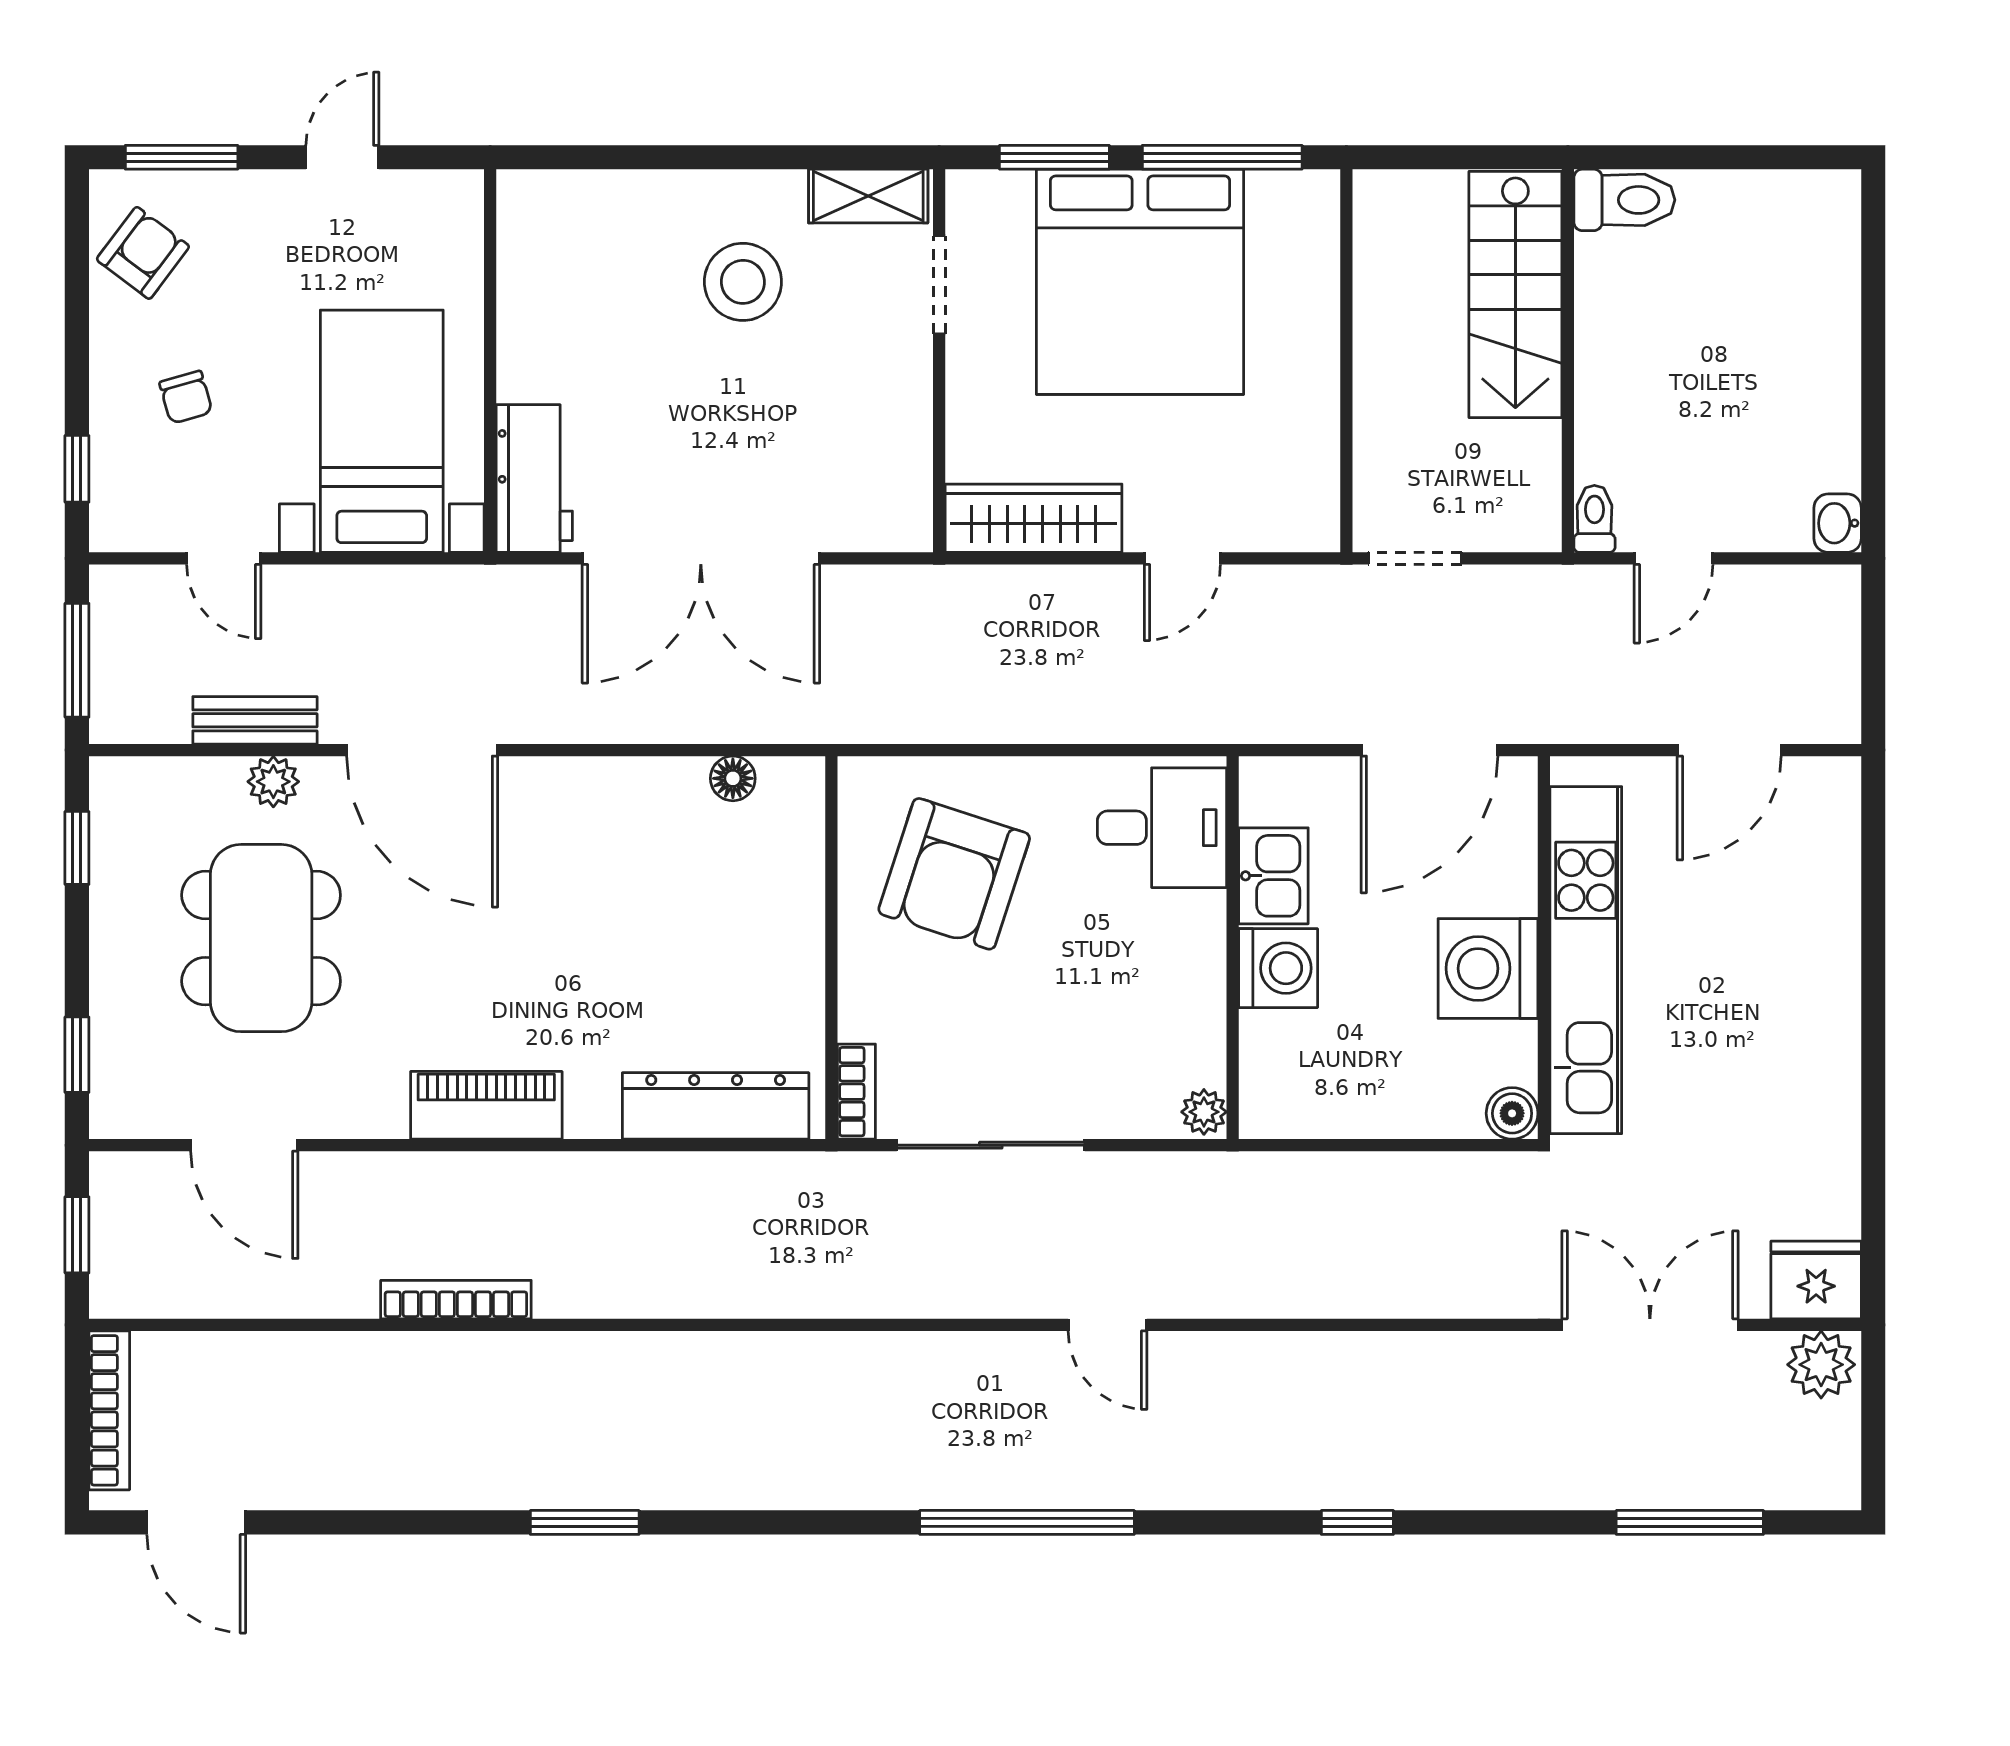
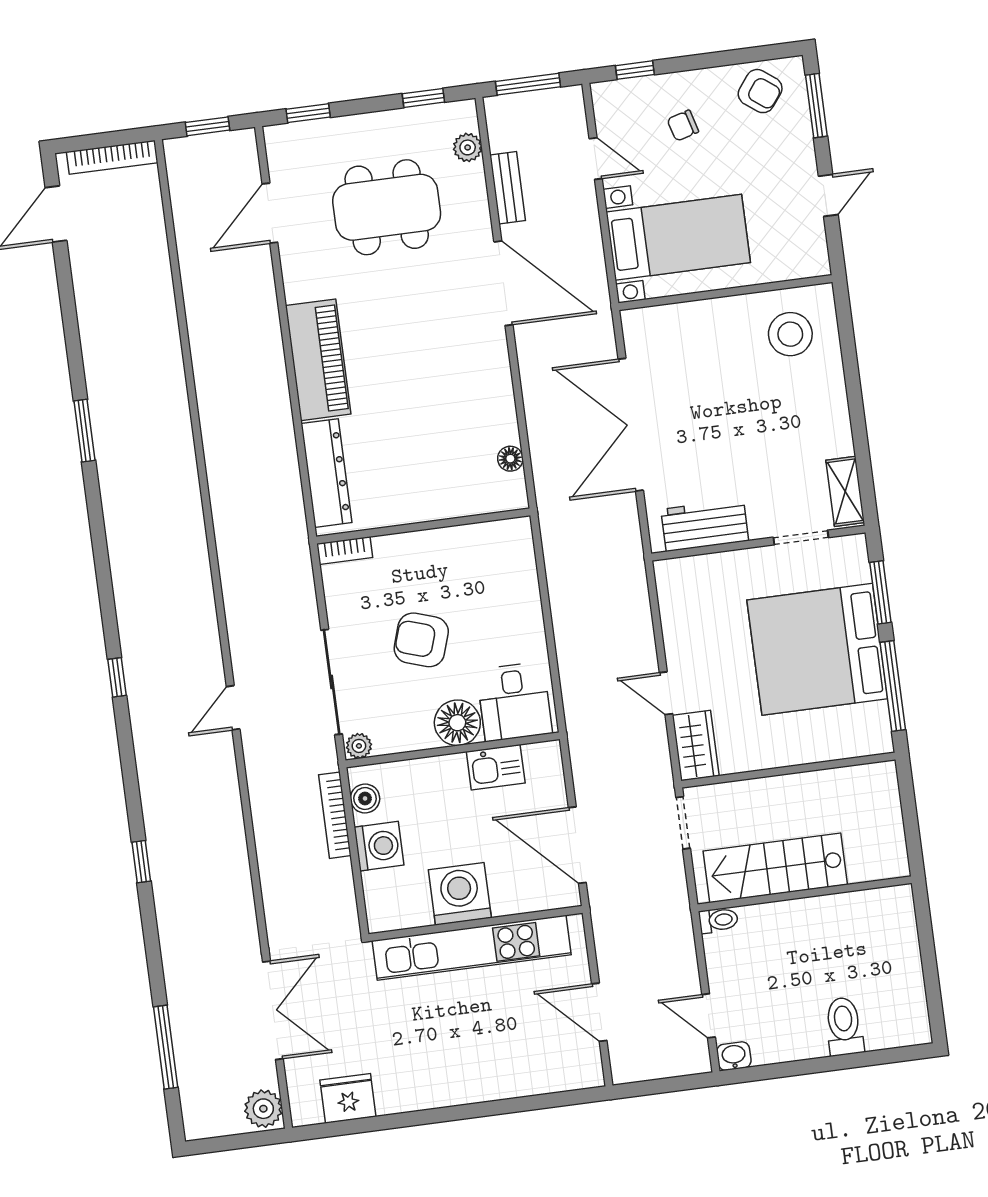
door: (342, 157) -> (828, 195), hinge flipped
toilet: (1624, 200) -> (844, 1026), moved, turned 180
stool: (743, 282) -> (790, 334), moved
stairs: (1515, 294) -> (775, 868), moved
workbench: (534, 479) -> (705, 525), moved, turned 180
wardrobe: (1034, 518) -> (696, 746), moved, width x0.67
door: (224, 558) -> (596, 159), swing flipped
door: (1674, 558) -> (709, 1016), moved
door: (422, 750) -> (503, 283), swing flipped
plant: (273, 782) -> (468, 147), moved
armchair: (954, 874) -> (421, 640), moved, width x0.73, depth x0.73
floor lamp: (1186, 933) -> (457, 723), added
washing machine: (1278, 968) -> (379, 846), moved, turned -90
piano: (486, 1105) -> (318, 360), width x1.37, depth x1.33
boiler: (1512, 1113) -> (365, 798), moved
sliding door: (991, 1145) -> (332, 682), moved
fridge: (1816, 1280) -> (348, 1098), moved, turned -90
bookcase: (456, 1300) -> (335, 815), moved, turned 180
window: (1027, 1522) -> (117, 677), width x0.32

